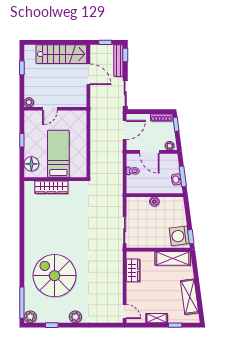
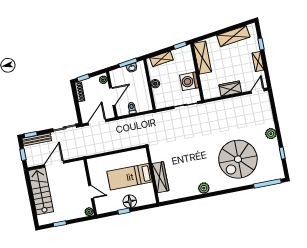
door: (125, 130) -> (97, 122), hinge flipped
floor lamp: (31, 164) -> (130, 201), moved
shelving: (180, 214) -> (162, 59), added
washing machine: (179, 236) -> (189, 81), moved, turned 98
wardrobe: (133, 270) -> (230, 89), moved
plant: (30, 317) -> (204, 188), moved

